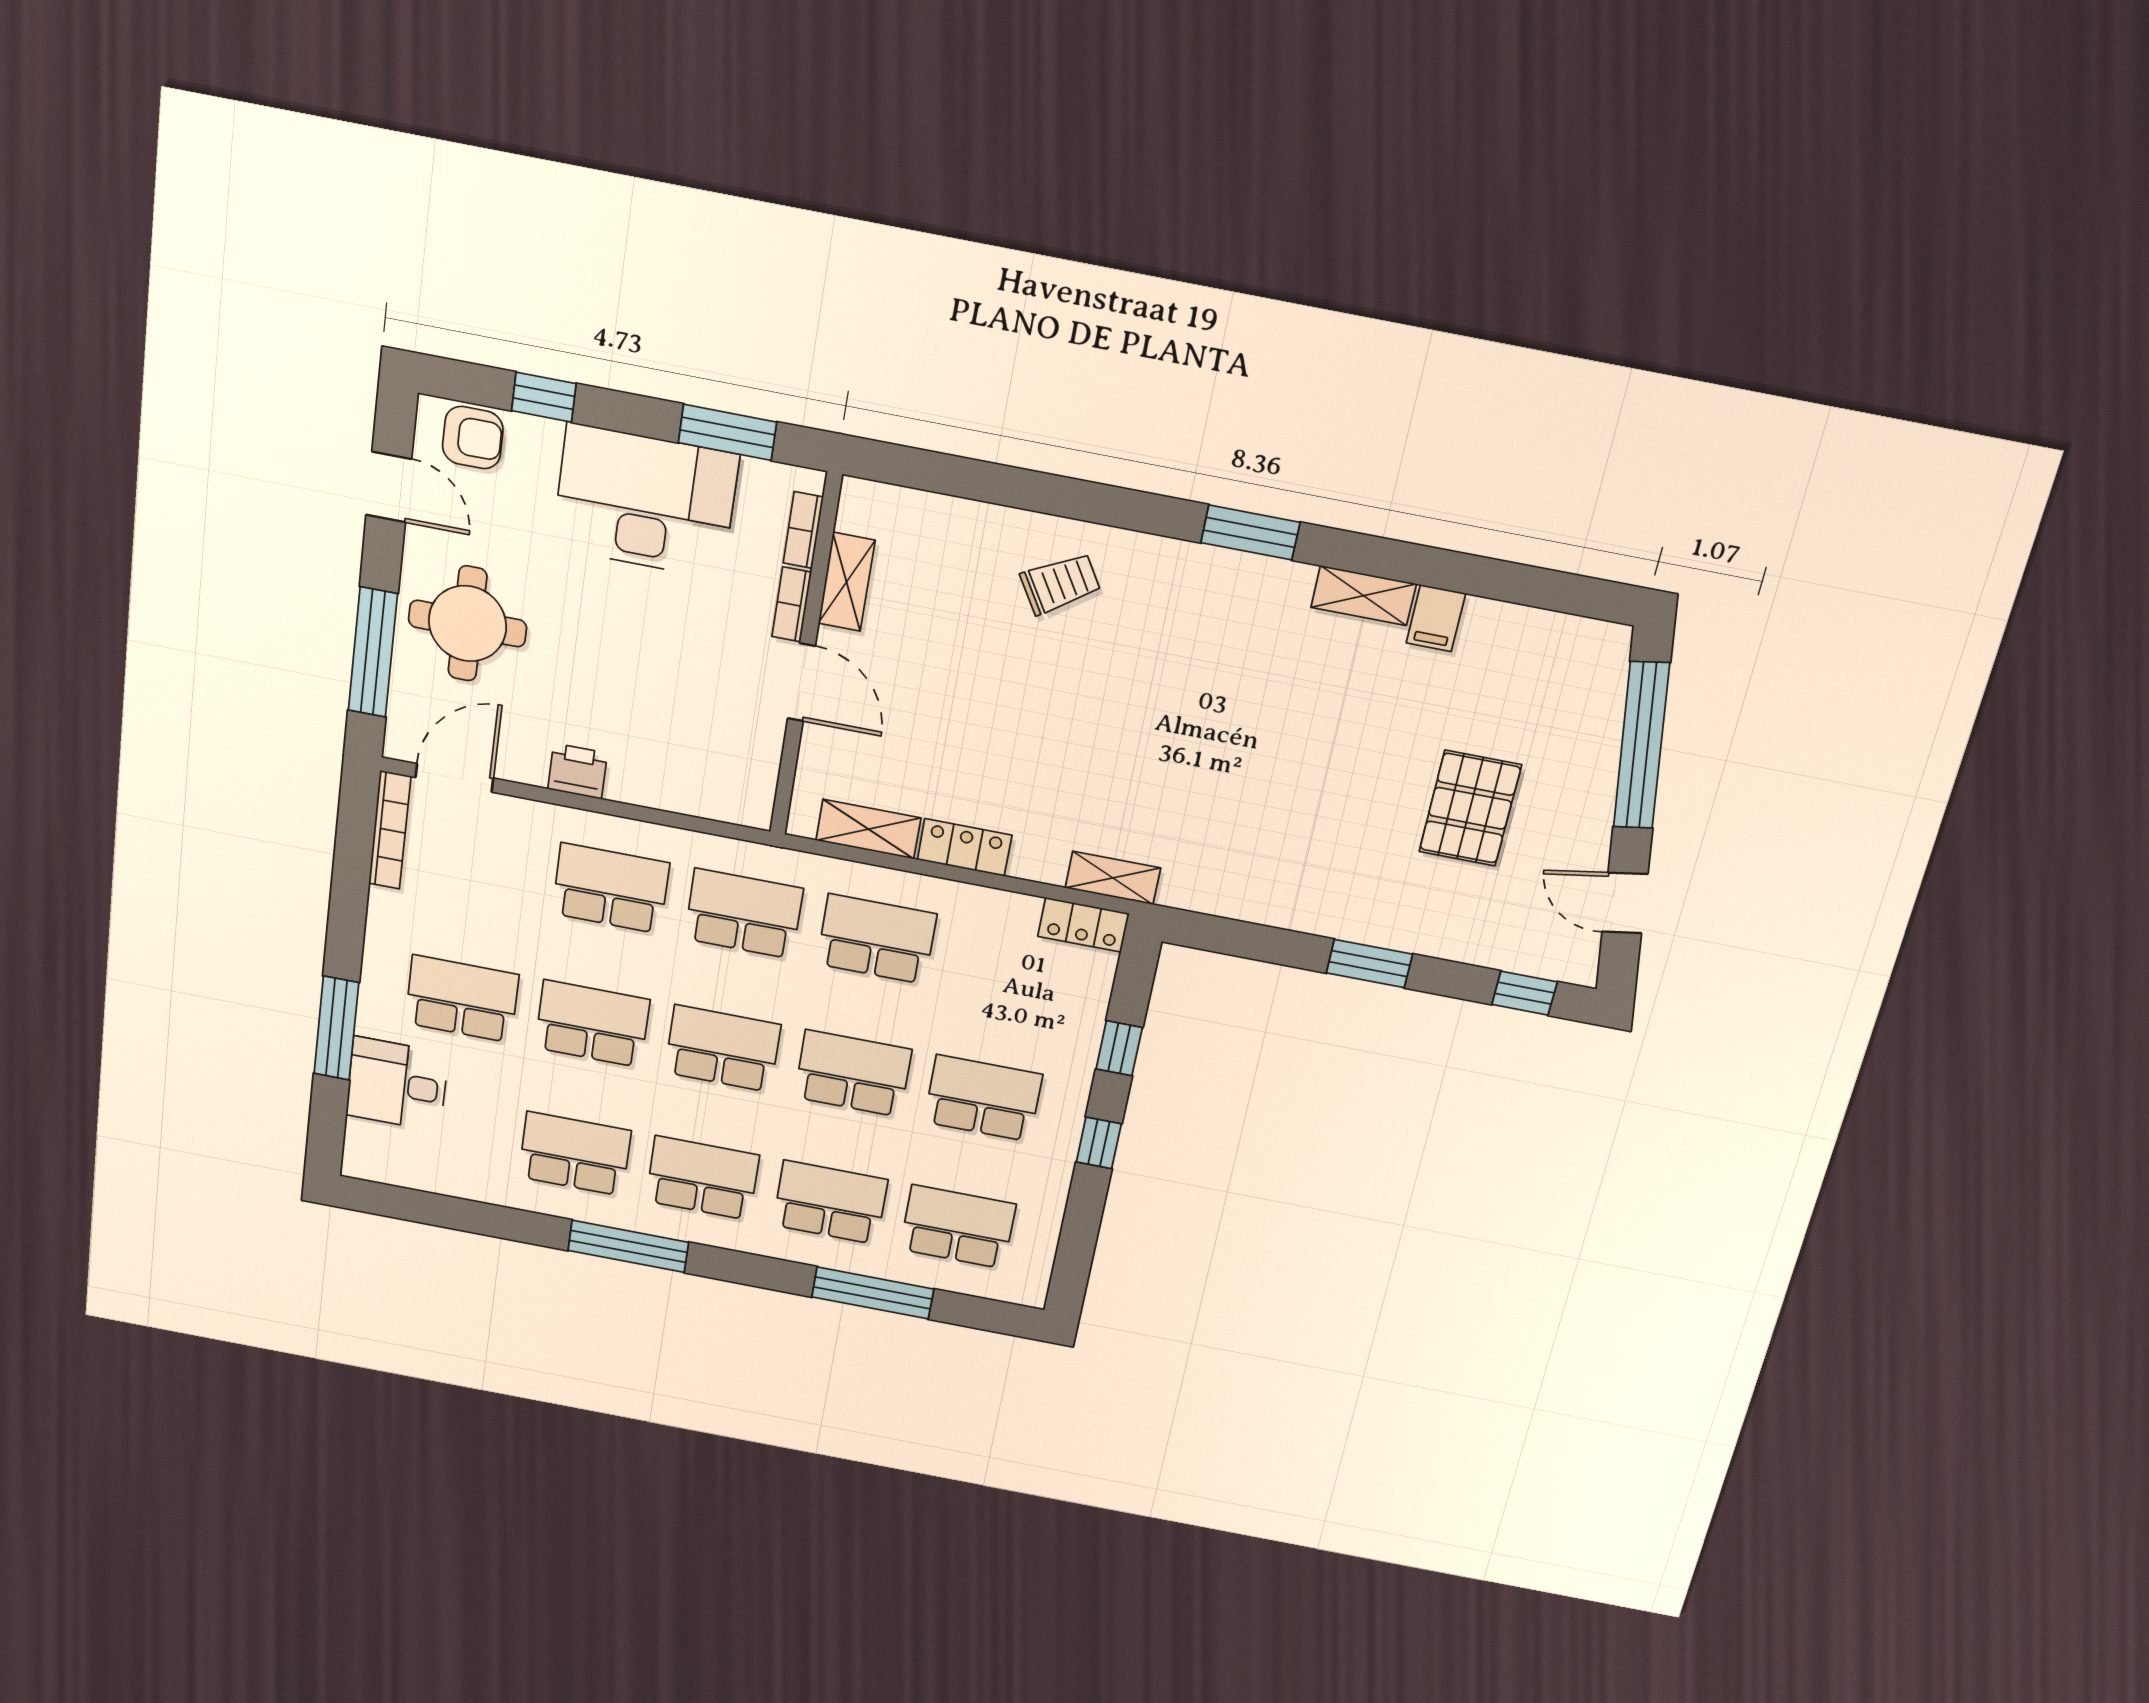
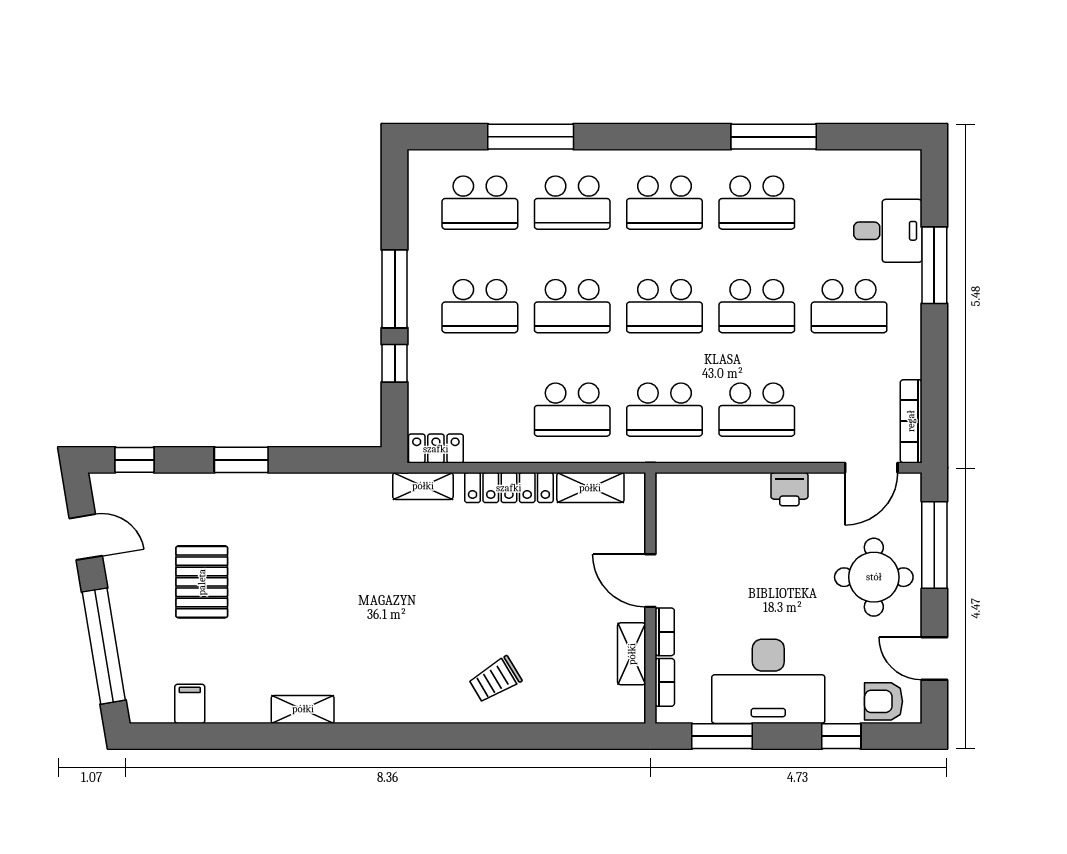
window: (1250, 532) -> (382, 736), removed
filing cabinet: (1436, 618) -> (190, 704), moved
locker: (965, 847) -> (509, 488), width x1.53
window: (1099, 1143) -> (395, 289), width x2.17
window: (628, 1246) -> (774, 137), moved

